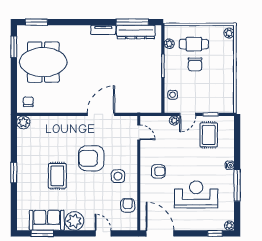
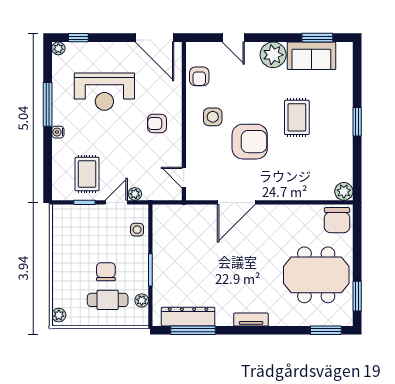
tv unit: (103, 30) -> (251, 320), moved
chair: (28, 102) -> (337, 220), width x1.87, depth x1.87

